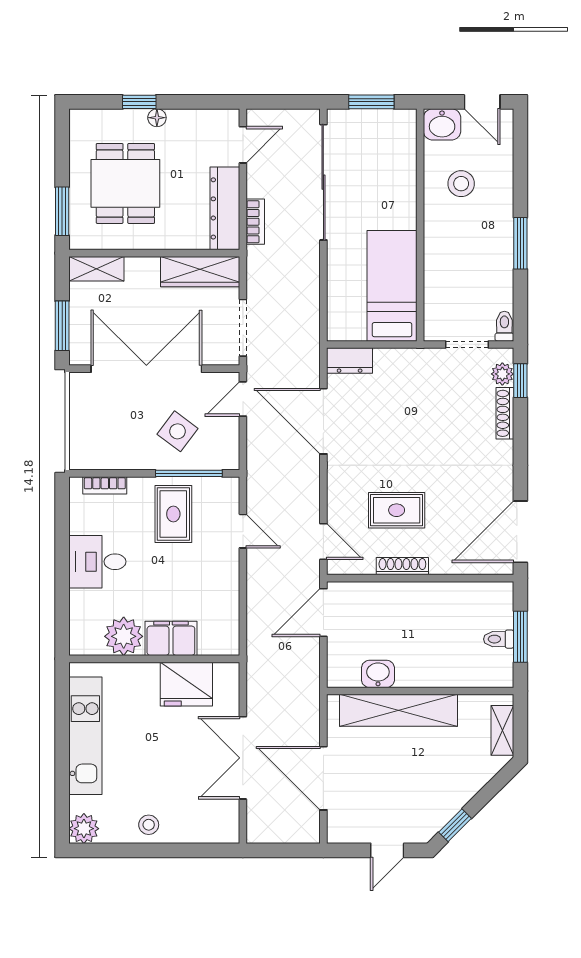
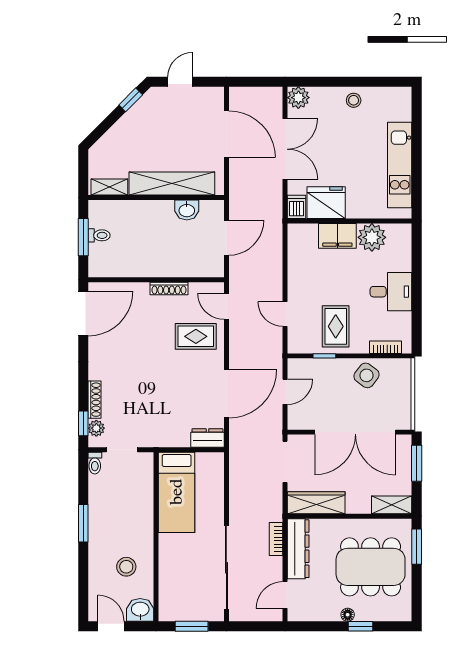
dining table: (125, 183) -> (371, 567), width x1.37
door: (243, 399) -> (285, 392), moved
door: (323, 421) -> (226, 394), hinge flipped
side table: (178, 431) -> (367, 375), moved
window: (189, 473) -> (324, 356), width x0.46
rug: (397, 510) -> (196, 336), moved
door: (323, 613) -> (226, 238), moved
dishwasher: (227, 678) -> (297, 207), added
shelving: (502, 730) -> (109, 187), moved, turned 90
plant: (84, 829) -> (298, 98), moved

